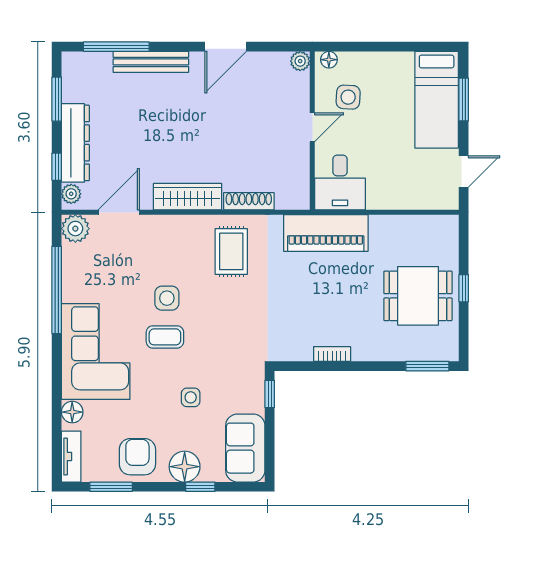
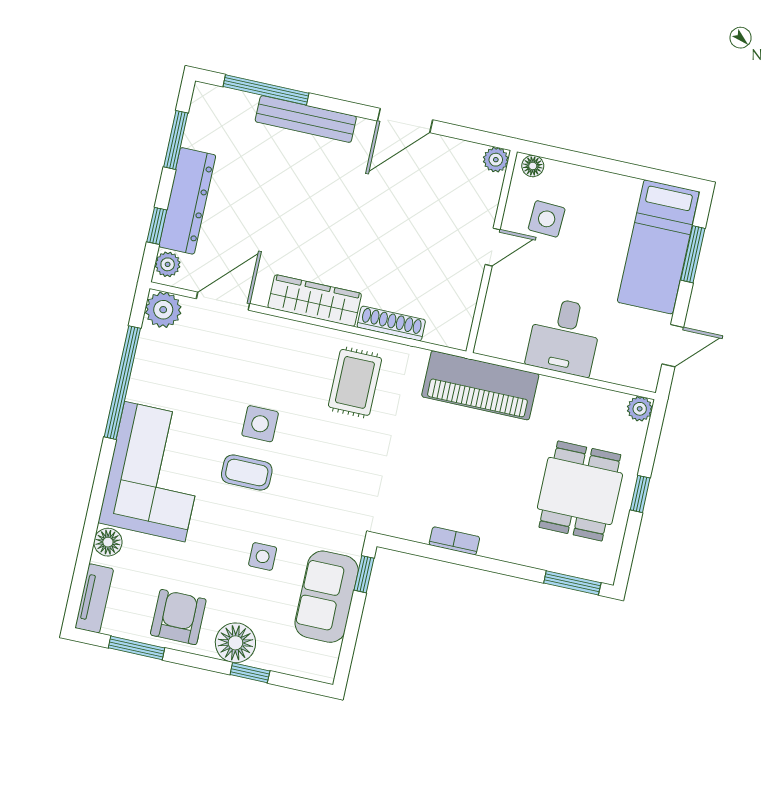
desk: (340, 183) -> (564, 337), moved
plant: (449, 224) -> (640, 409), added
dining table: (418, 296) -> (580, 491), turned 90
sofa: (245, 448) -> (327, 597), moved

